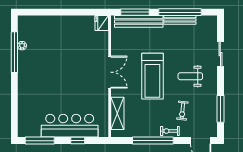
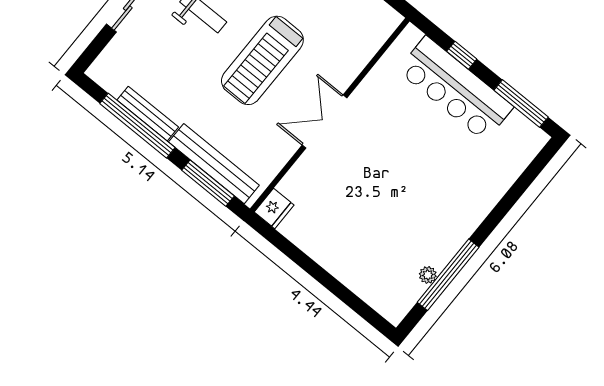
treadmill: (152, 76) -> (262, 60), turned 180
shelving: (117, 113) -> (365, 47), removed

